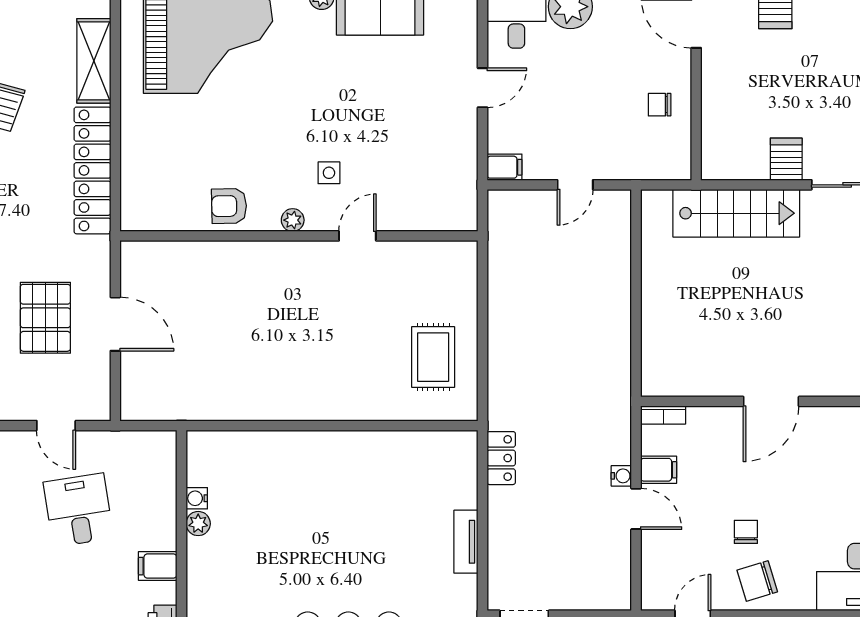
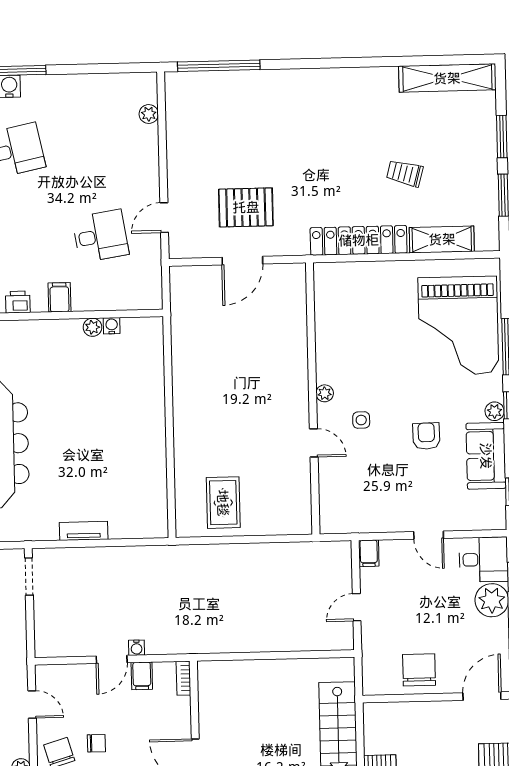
chair: (660, 105) -> (419, 670), width x1.87, depth x1.87
door: (575, 185) -> (357, 607), hinge flipped
armchair: (229, 206) -> (426, 436), moved
rug: (433, 357) -> (223, 503), turned 90
locker: (501, 458) -> (148, 556), removed

